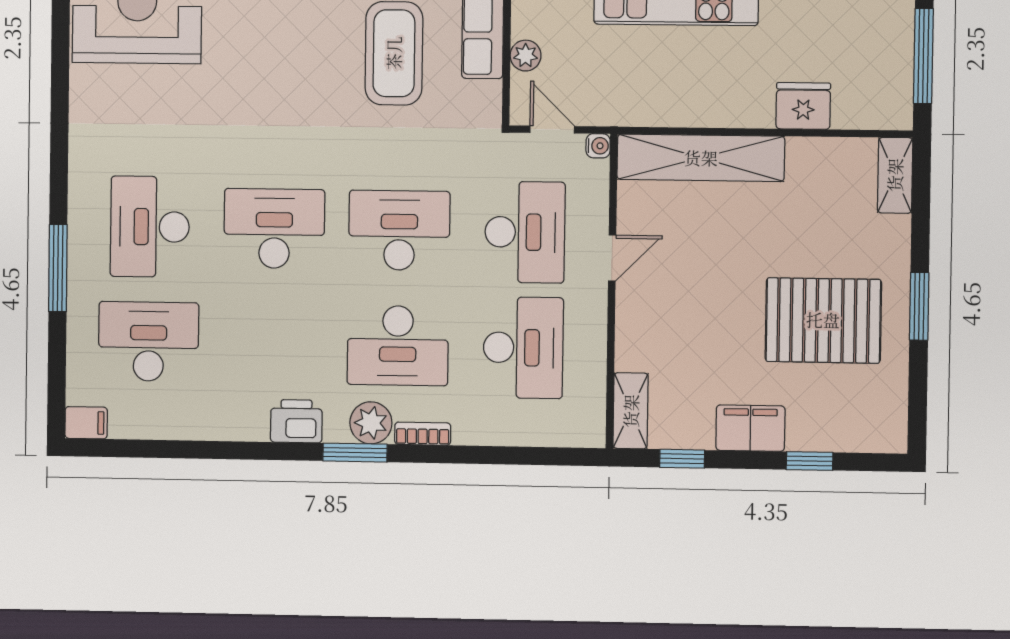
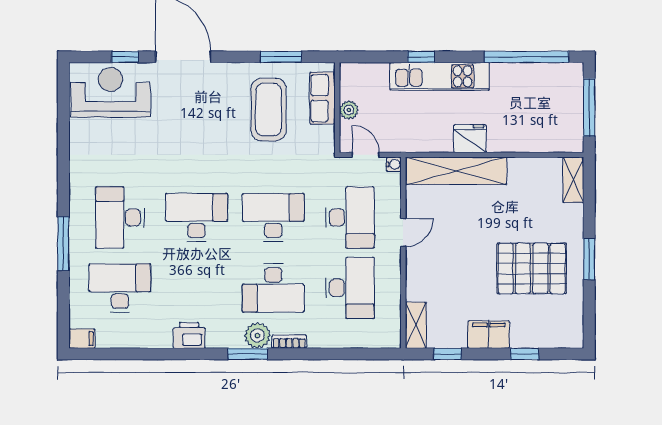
fridge: (803, 106) -> (470, 139), moved
printer: (296, 421) -> (189, 335), moved

